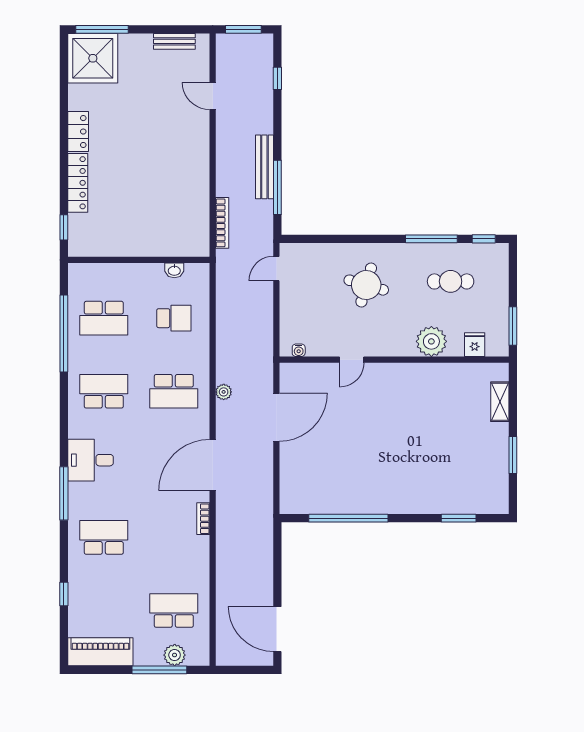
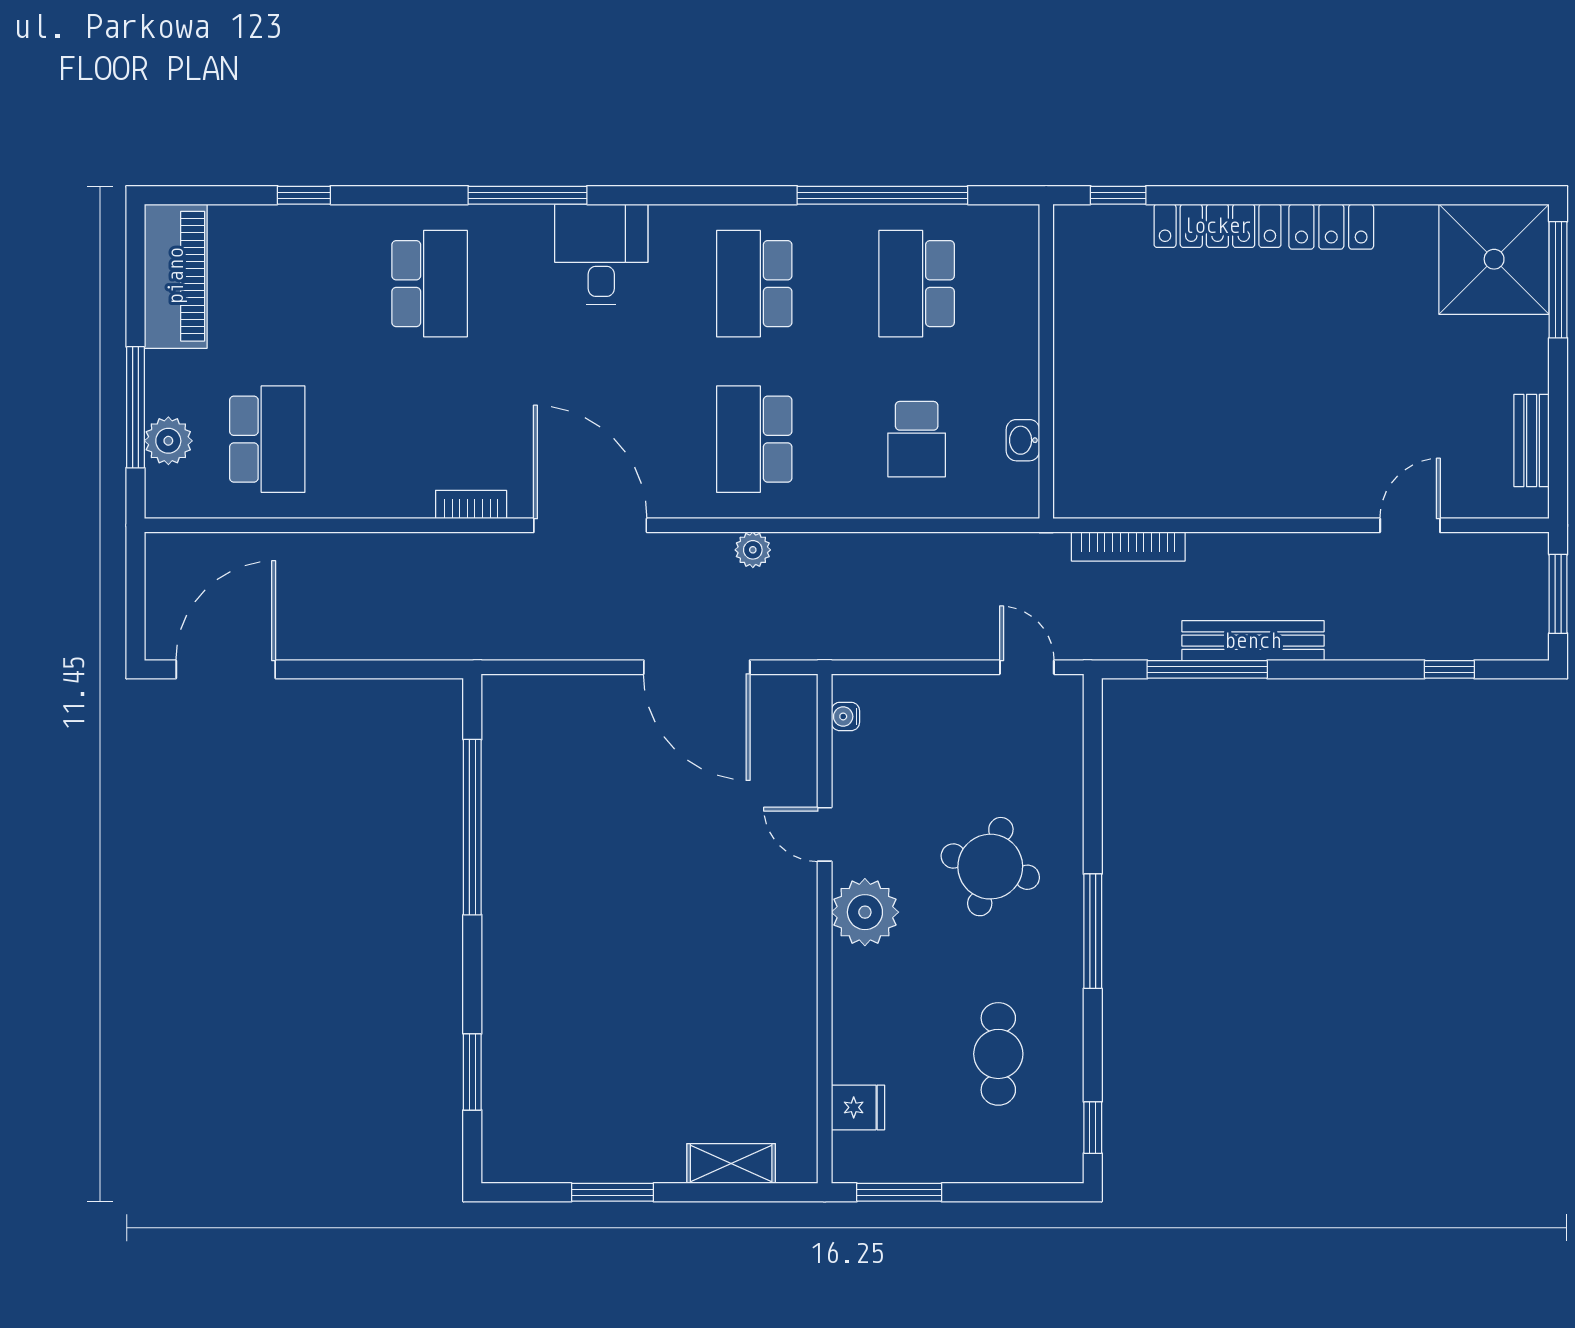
window: (431, 239) -> (1093, 931), moved
plant: (431, 341) -> (865, 912), moved
school desk: (104, 391) -> (754, 284), turned 180

